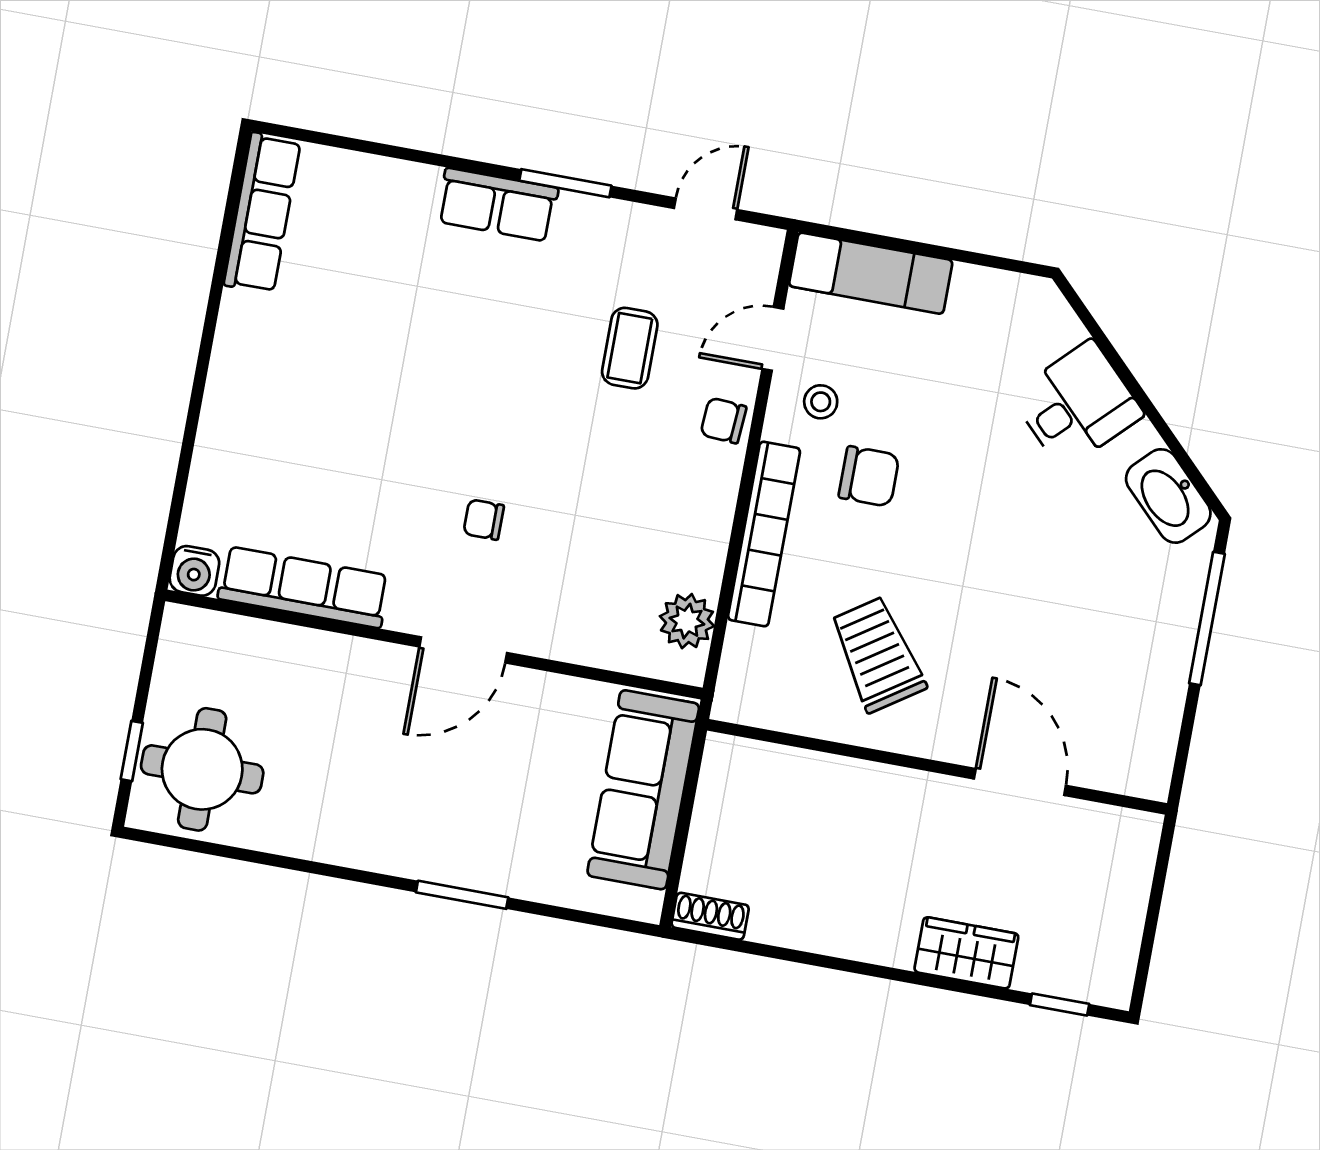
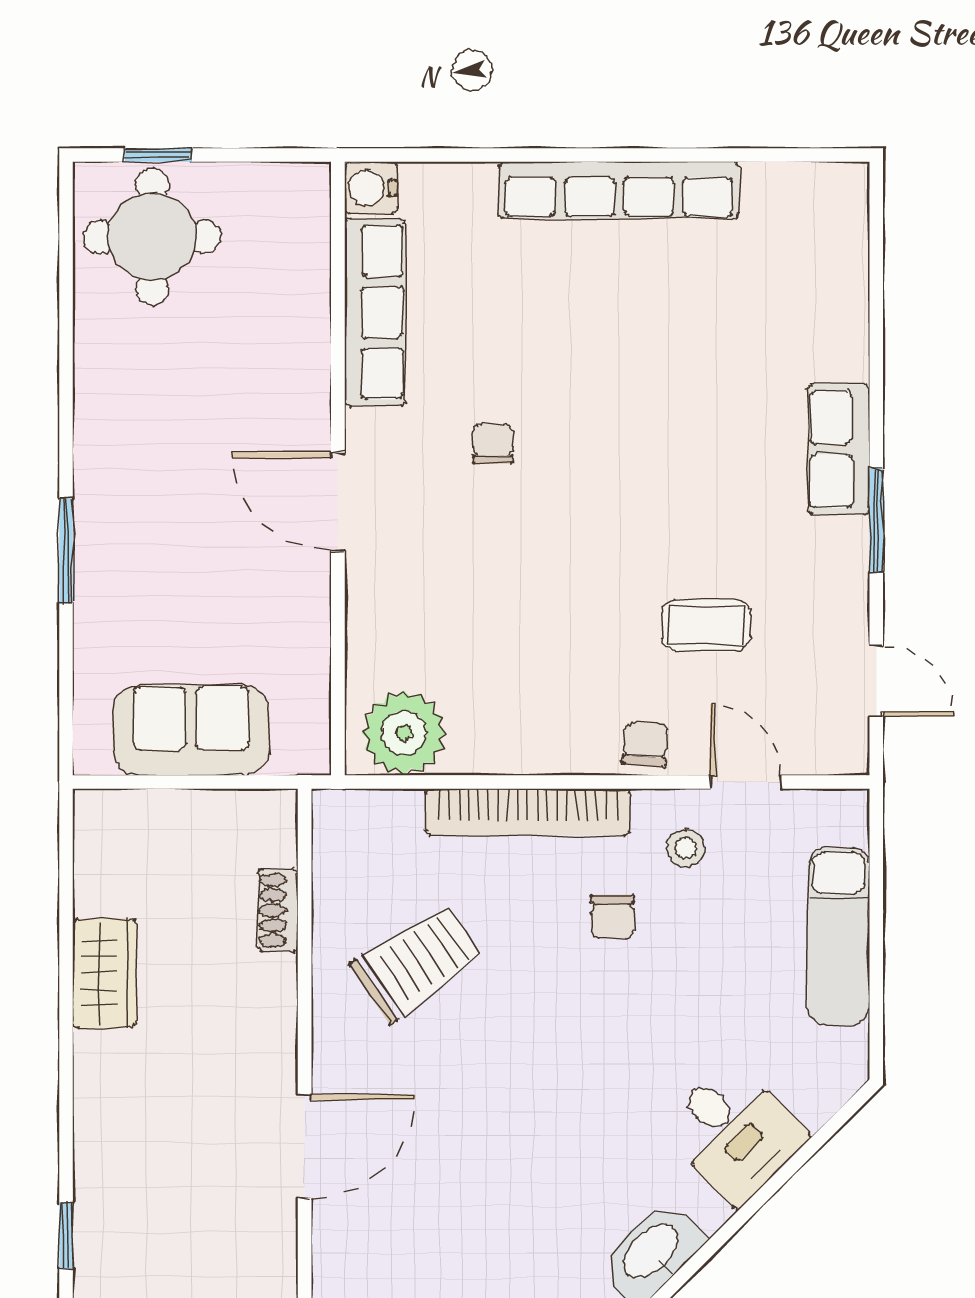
row of seats: (262, 213) -> (619, 190), moved, width x1.36
exam couch: (871, 273) -> (839, 937), moved
chair: (869, 476) -> (613, 917), width x0.73, depth x0.73
chair: (484, 520) -> (493, 444), moved
plant: (687, 621) -> (404, 733), width x1.36, depth x1.36
sofa: (643, 790) -> (191, 730), width x0.73
shoe rack: (710, 916) -> (278, 910), moved, turned 180
wardrobe: (966, 953) -> (104, 973), moved

